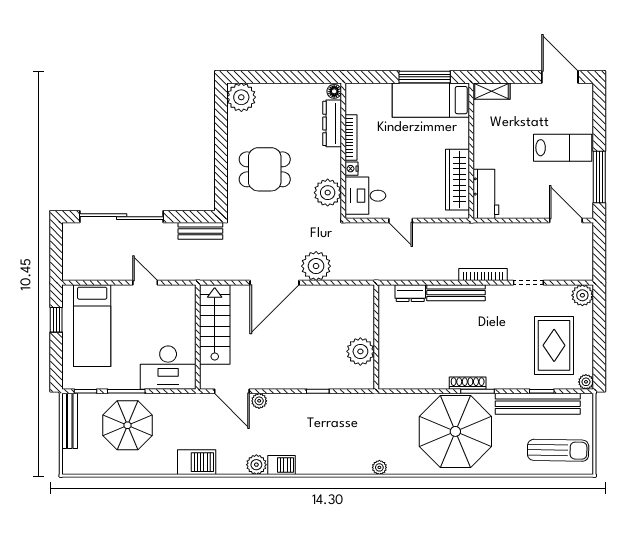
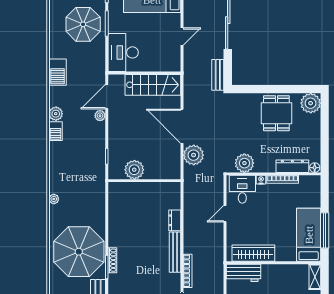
dining table: (265, 169) -> (276, 113), moved
wall: (376, 337) -> (144, 181), moved
plant: (360, 351) -> (134, 170), moved

